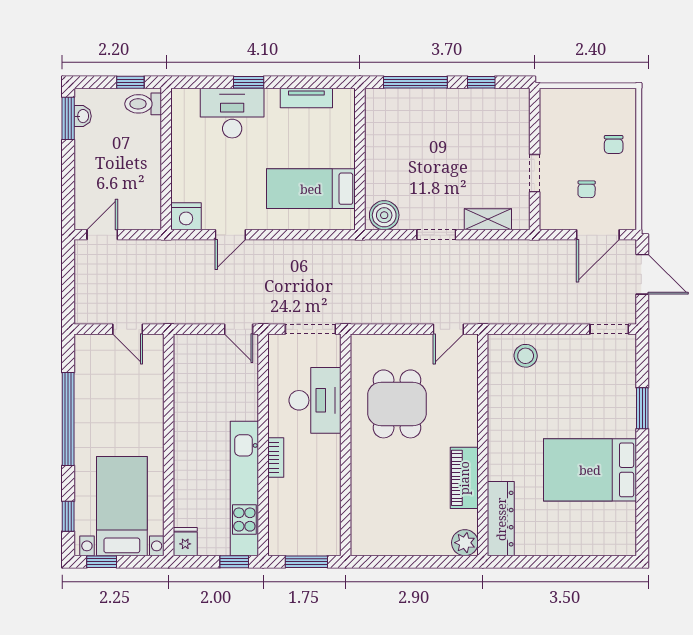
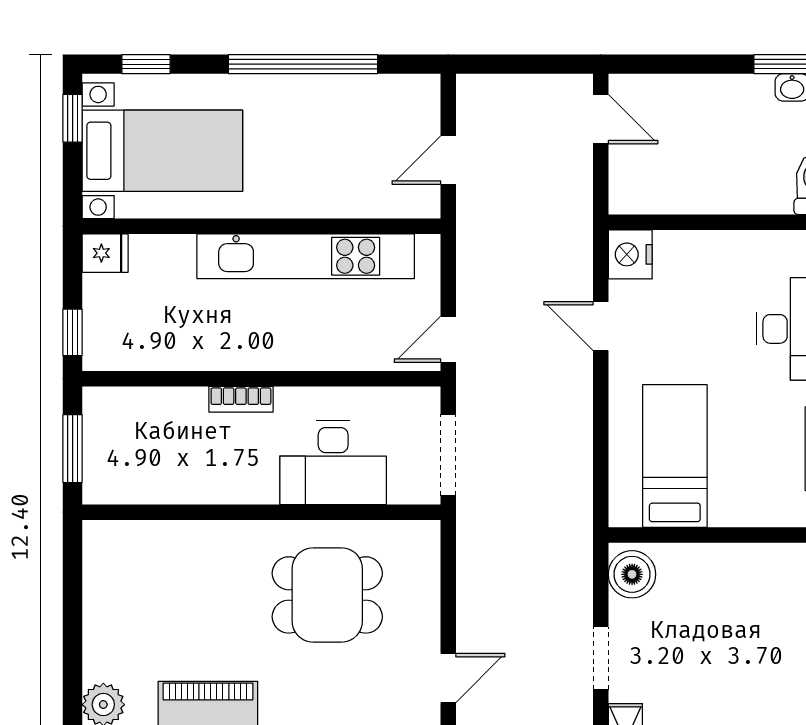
door: (448, 329) -> (448, 678), swing flipped
kitchen unit: (244, 489) -> (306, 256), moved, turned 180

